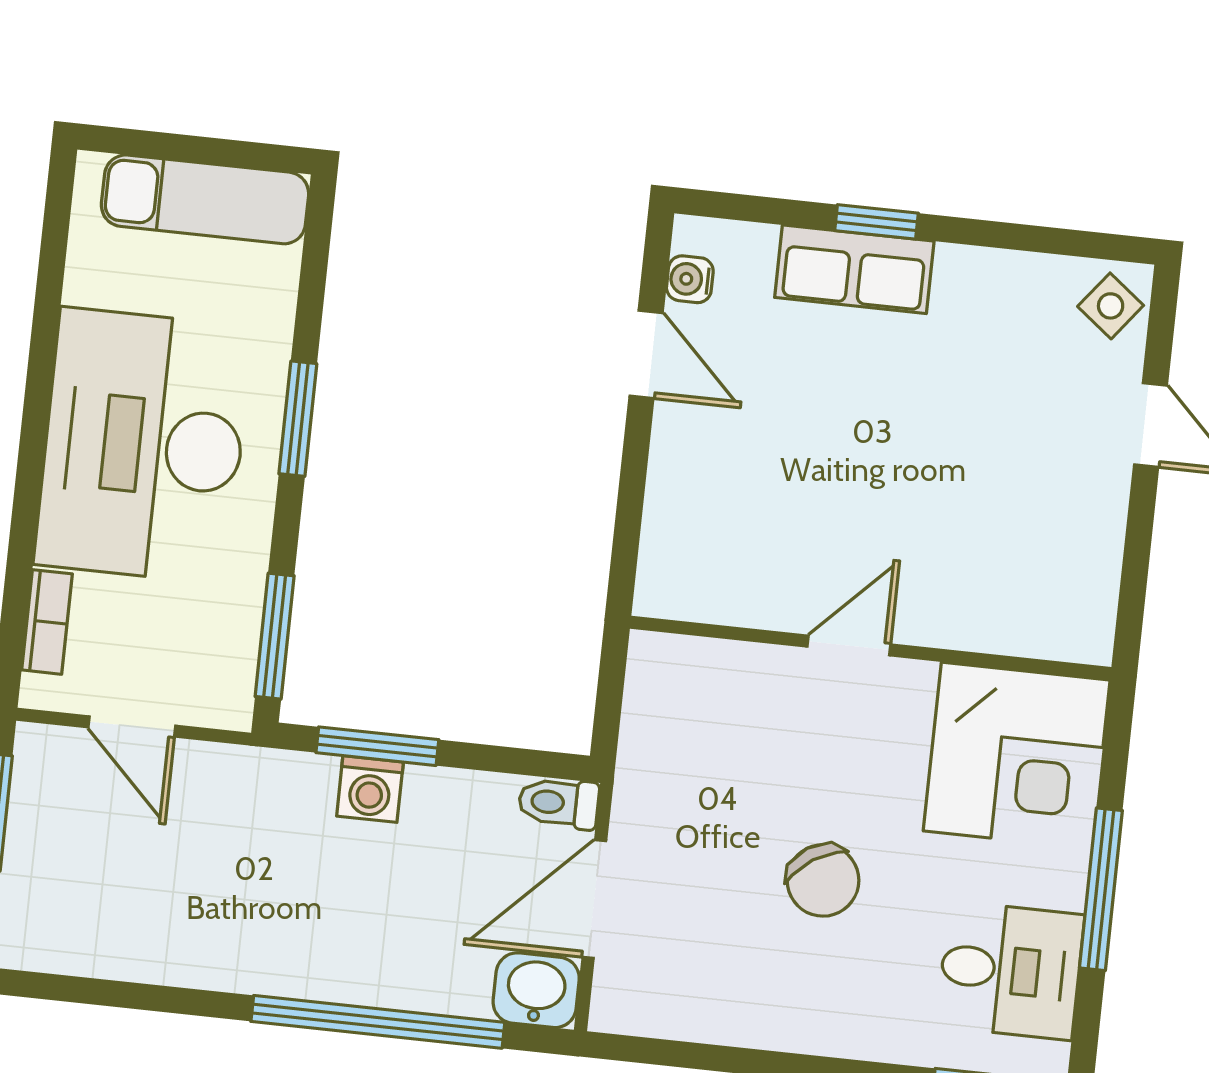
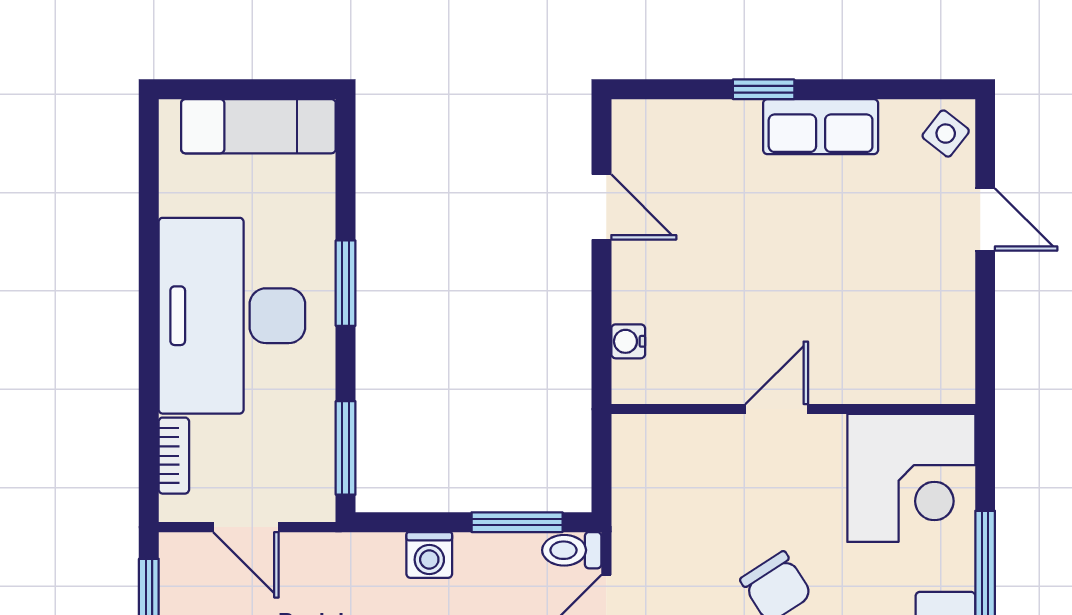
row of seats: (854, 269) -> (821, 127), moved
water cooler: (690, 279) -> (628, 341), moved
window: (377, 746) -> (517, 522), moved

